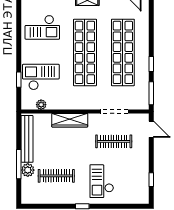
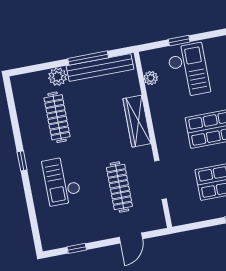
window: (151, 93) -> (195, 226), removed
door: (151, 129) -> (131, 238), moved
window: (19, 164) -> (88, 58), moved
checkout: (102, 181) -> (62, 181), turned -90

